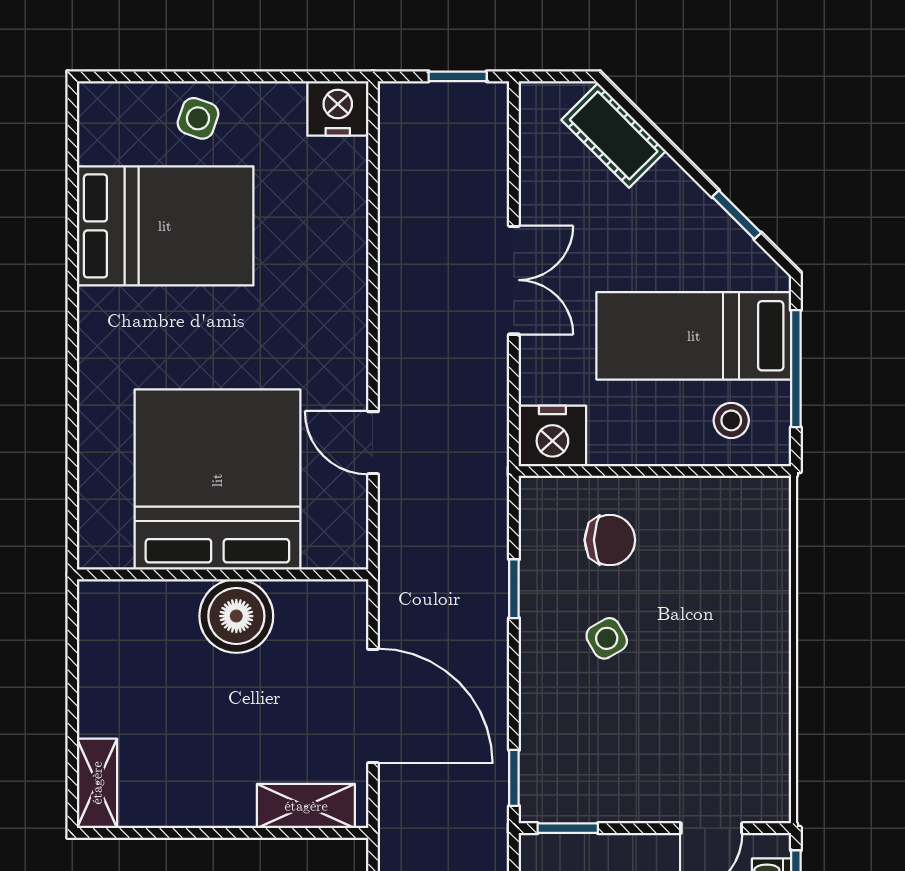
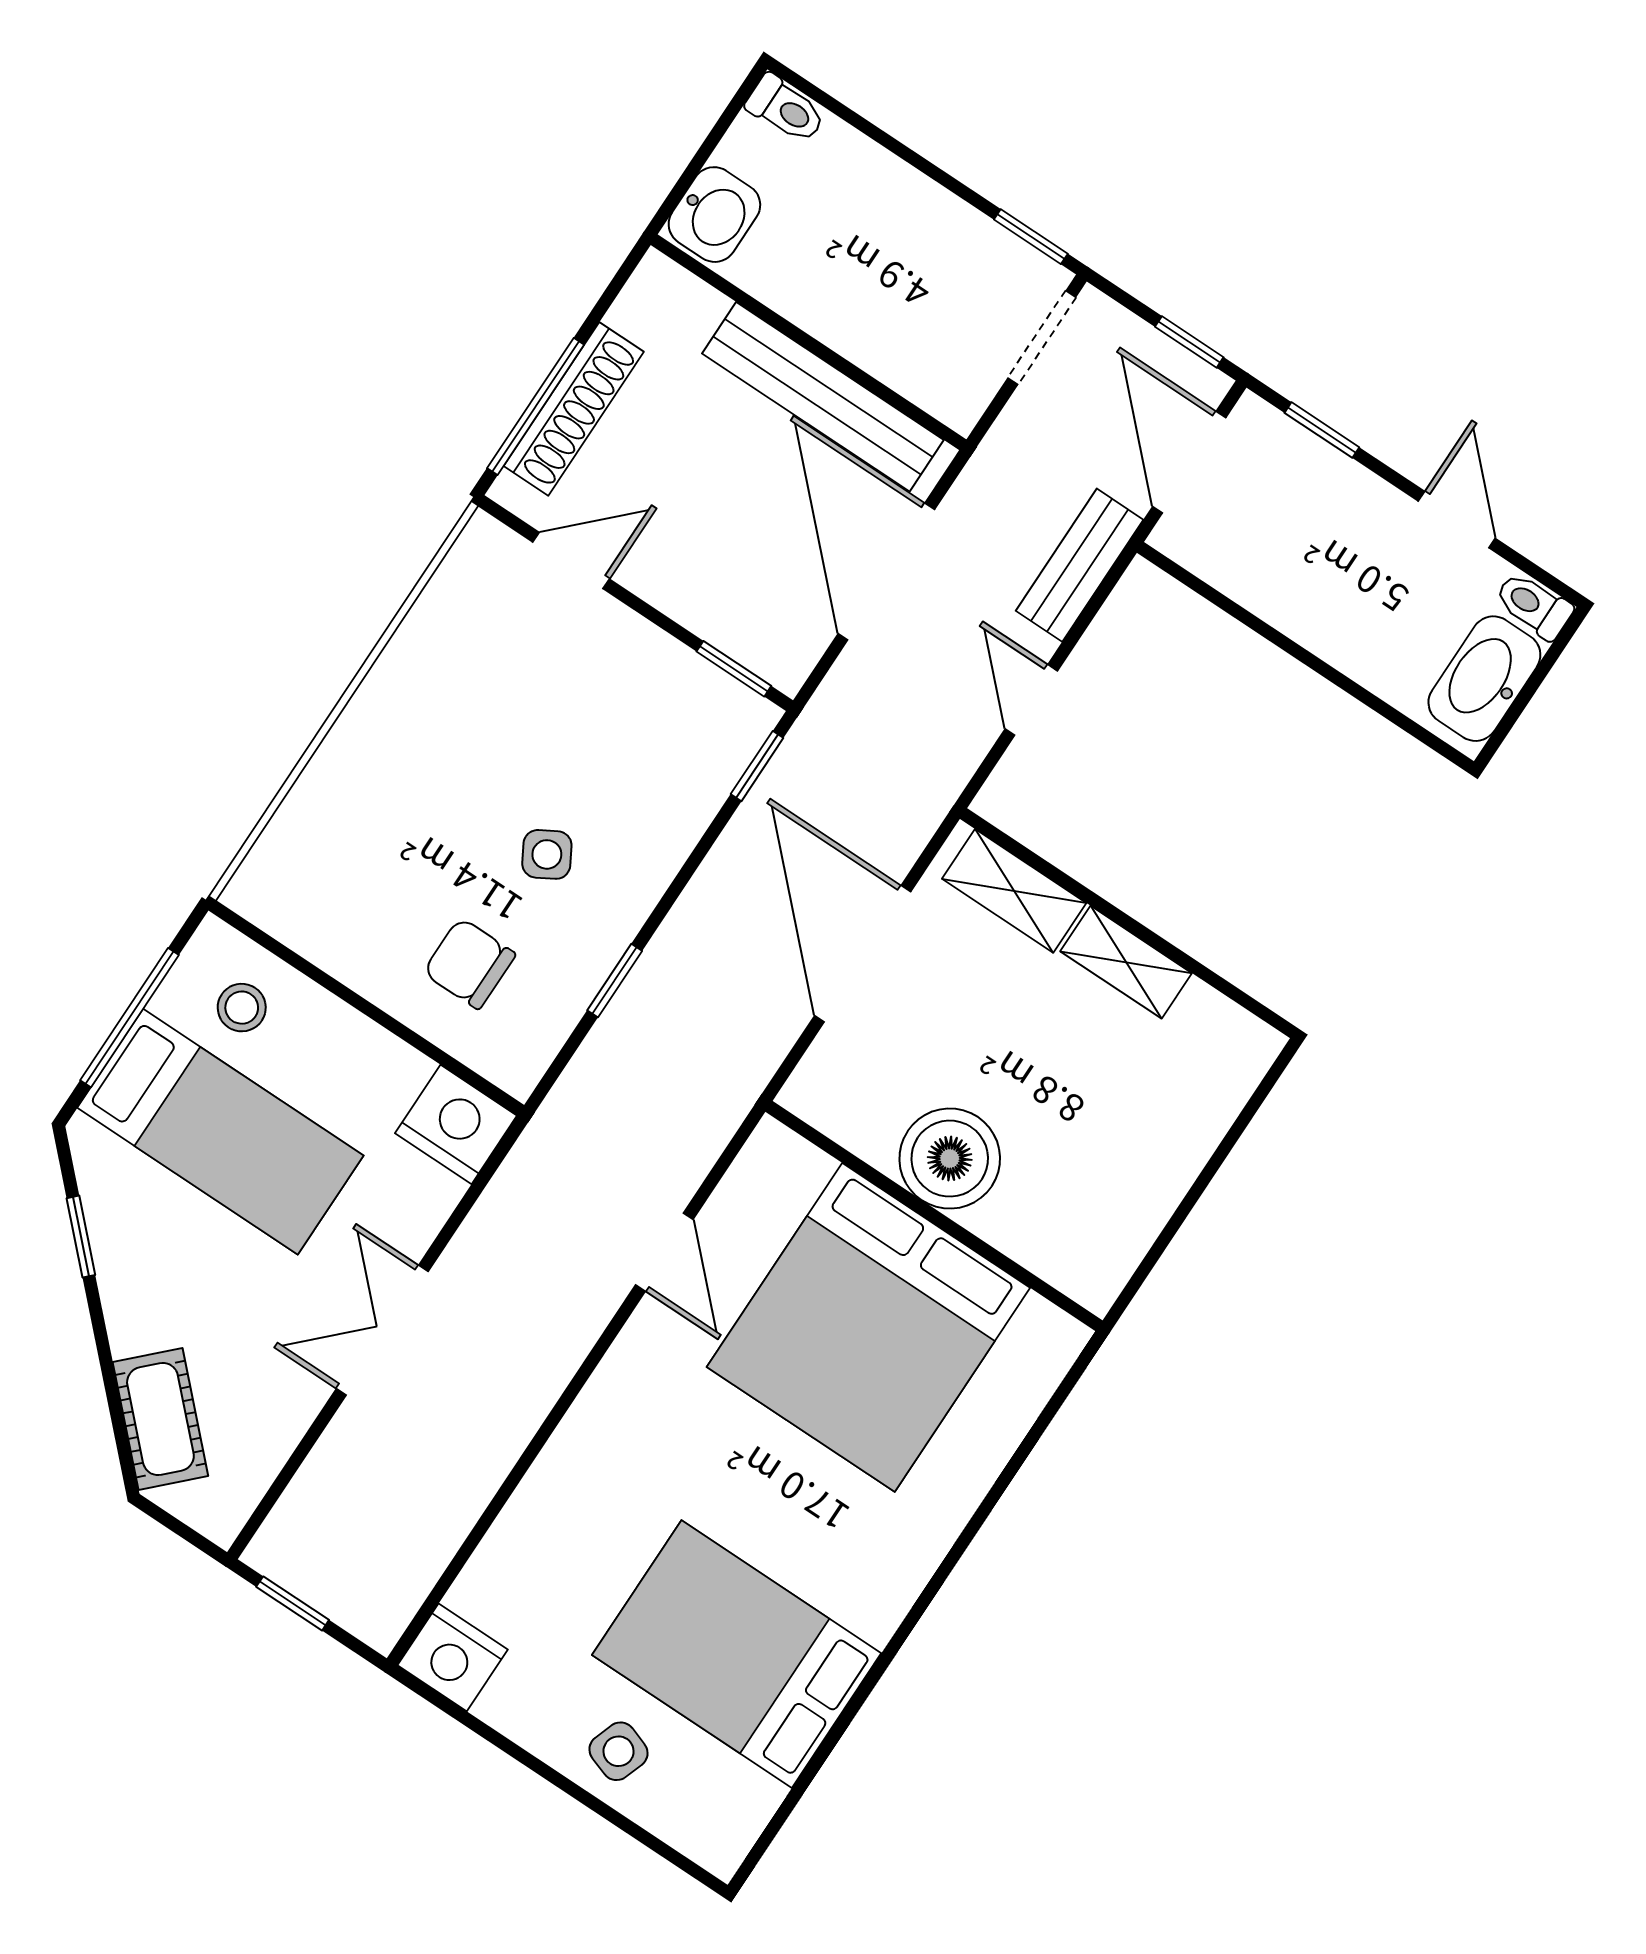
shelving: (97, 783) -> (1126, 962), moved, turned 90

